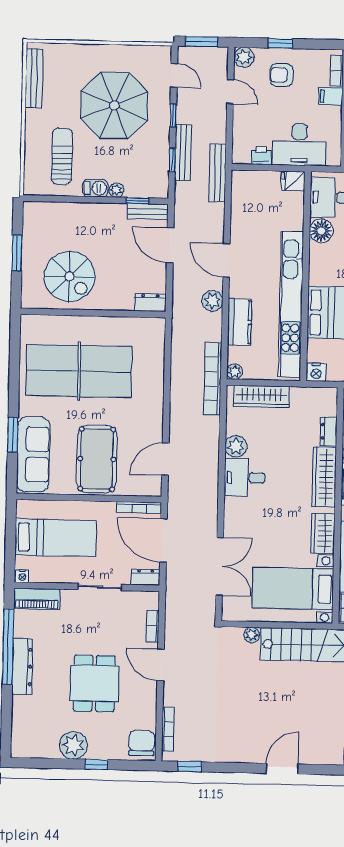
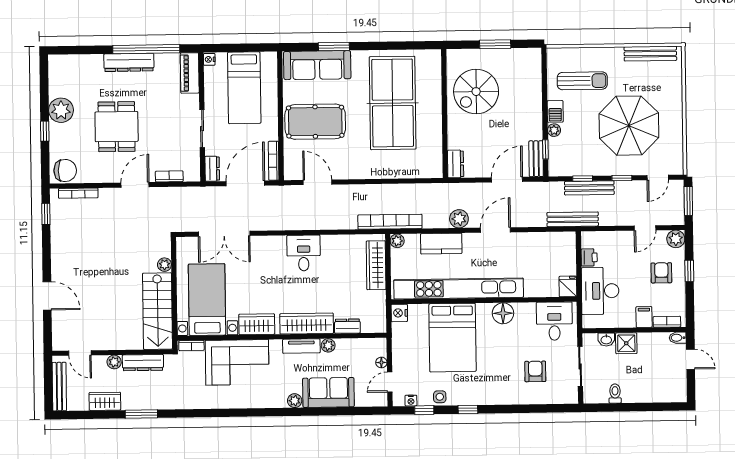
floor lamp: (321, 231) -> (503, 313), moved
plant: (236, 446) -> (331, 244), removed
dining table: (94, 683) -> (117, 127), turned 90

